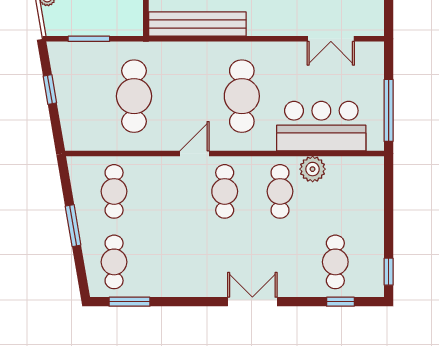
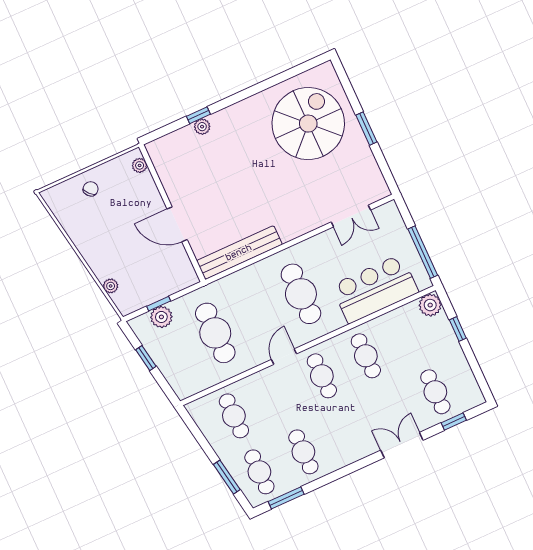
window: (89, 39) -> (159, 304), width x0.67
plant: (85, 54) -> (161, 317), added
plant: (313, 169) -> (430, 305), moved
window: (73, 226) -> (227, 477), moved
cafe table: (169, 262) -> (303, 452), added
window: (389, 272) -> (458, 329), moved
double door: (252, 302) -> (402, 445), moved

